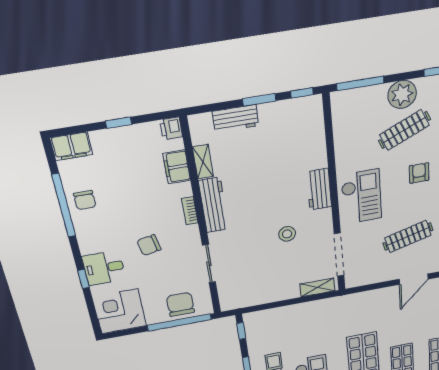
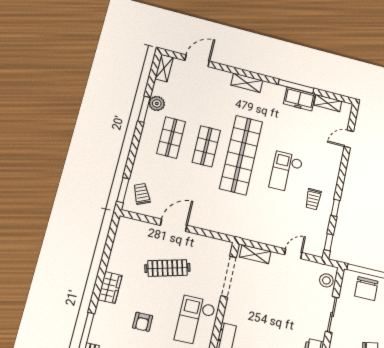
stool: (287, 234) -> (326, 280), moved
door: (276, 305) -> (293, 254), added

